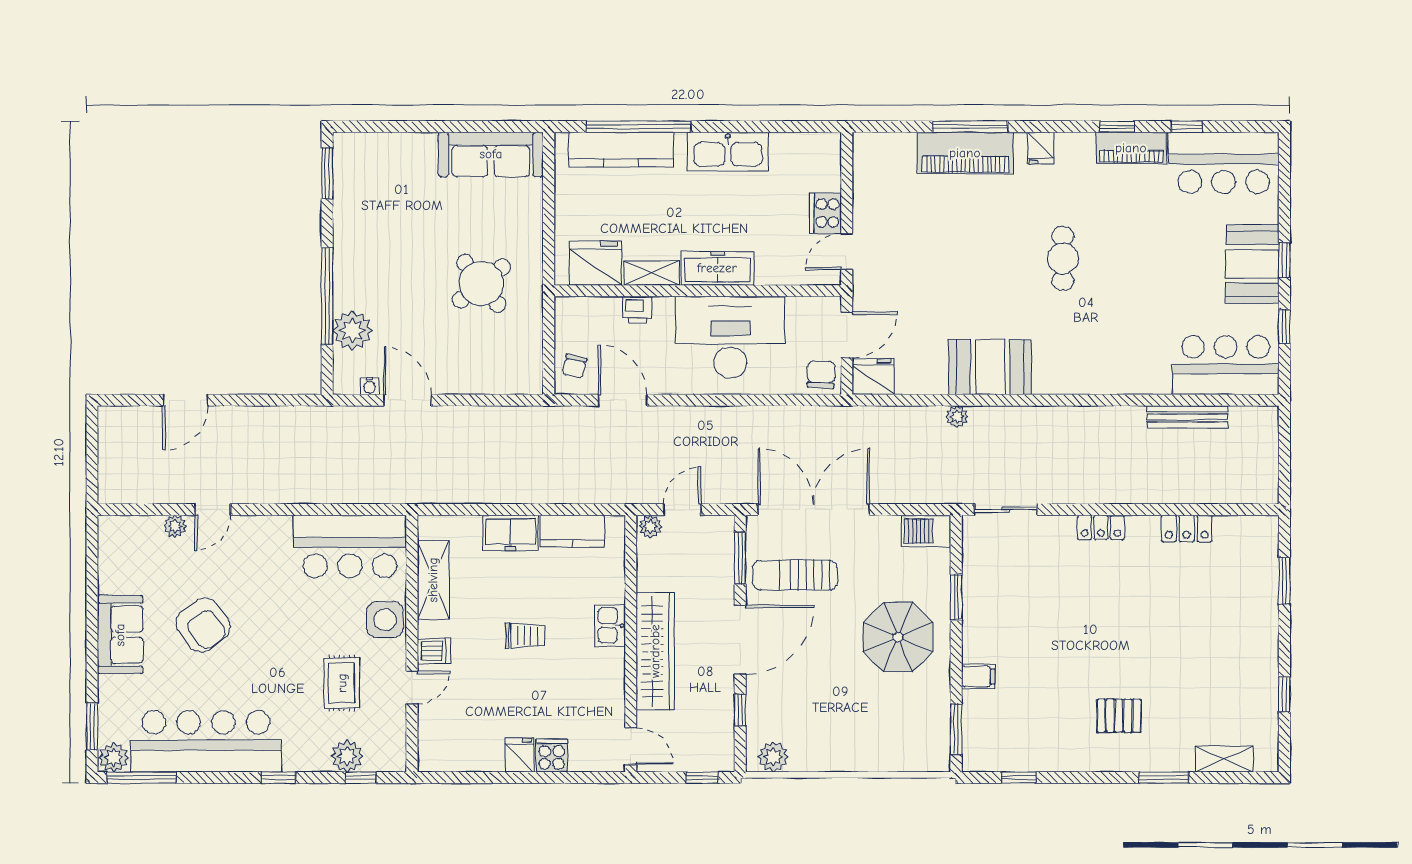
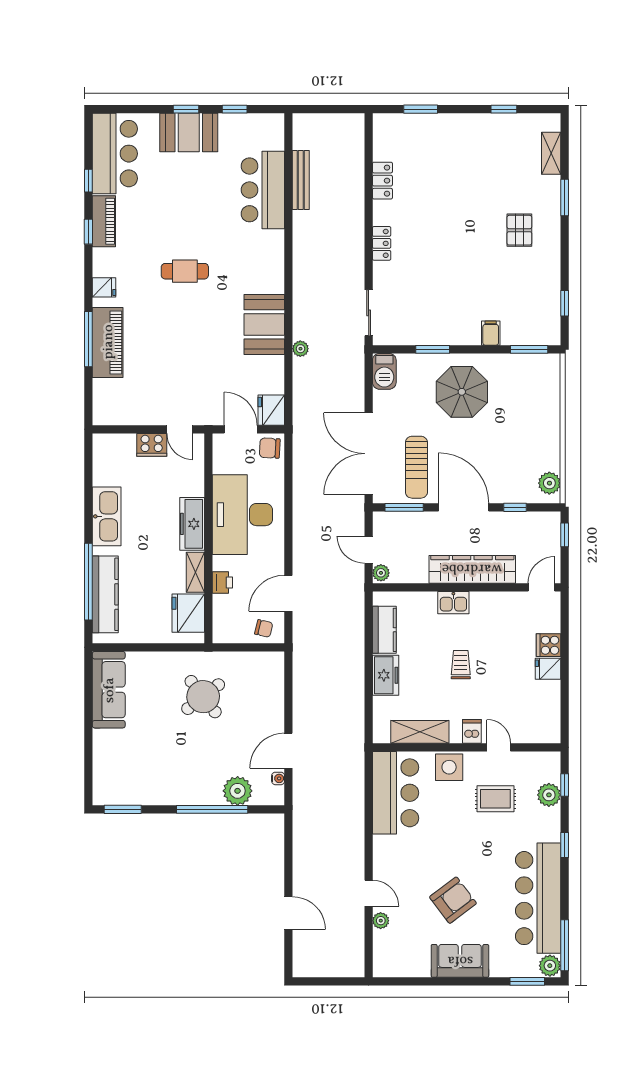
bar counter: (1226, 365) -> (263, 190), moved

